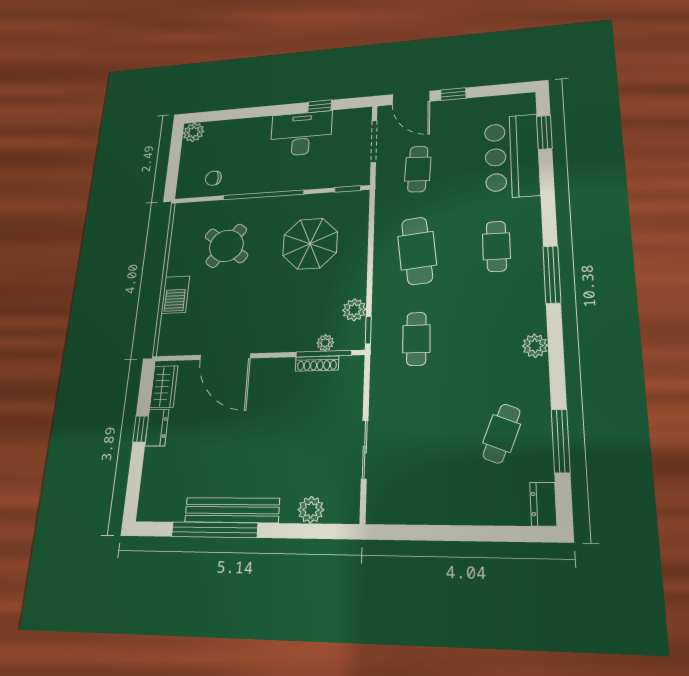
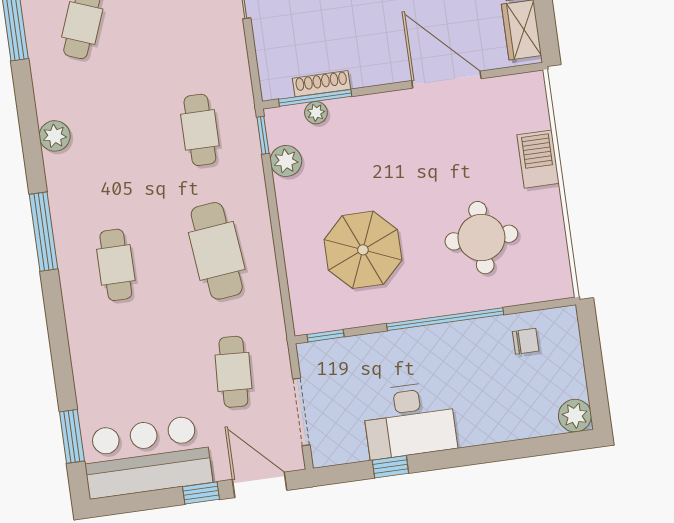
bar counter: (512, 156) -> (147, 457), moved, turned -90
round table: (226, 246) -> (481, 238), turned -38

